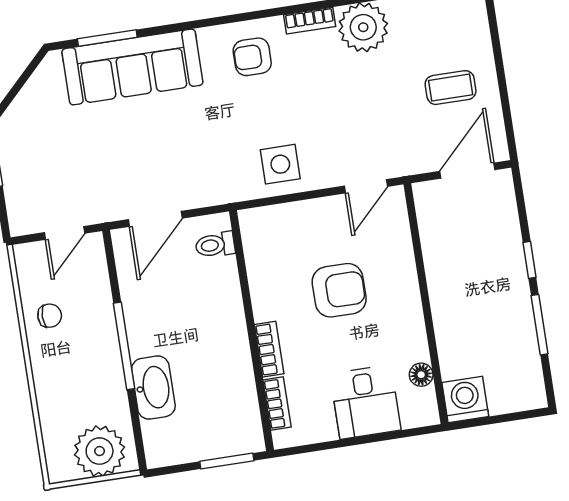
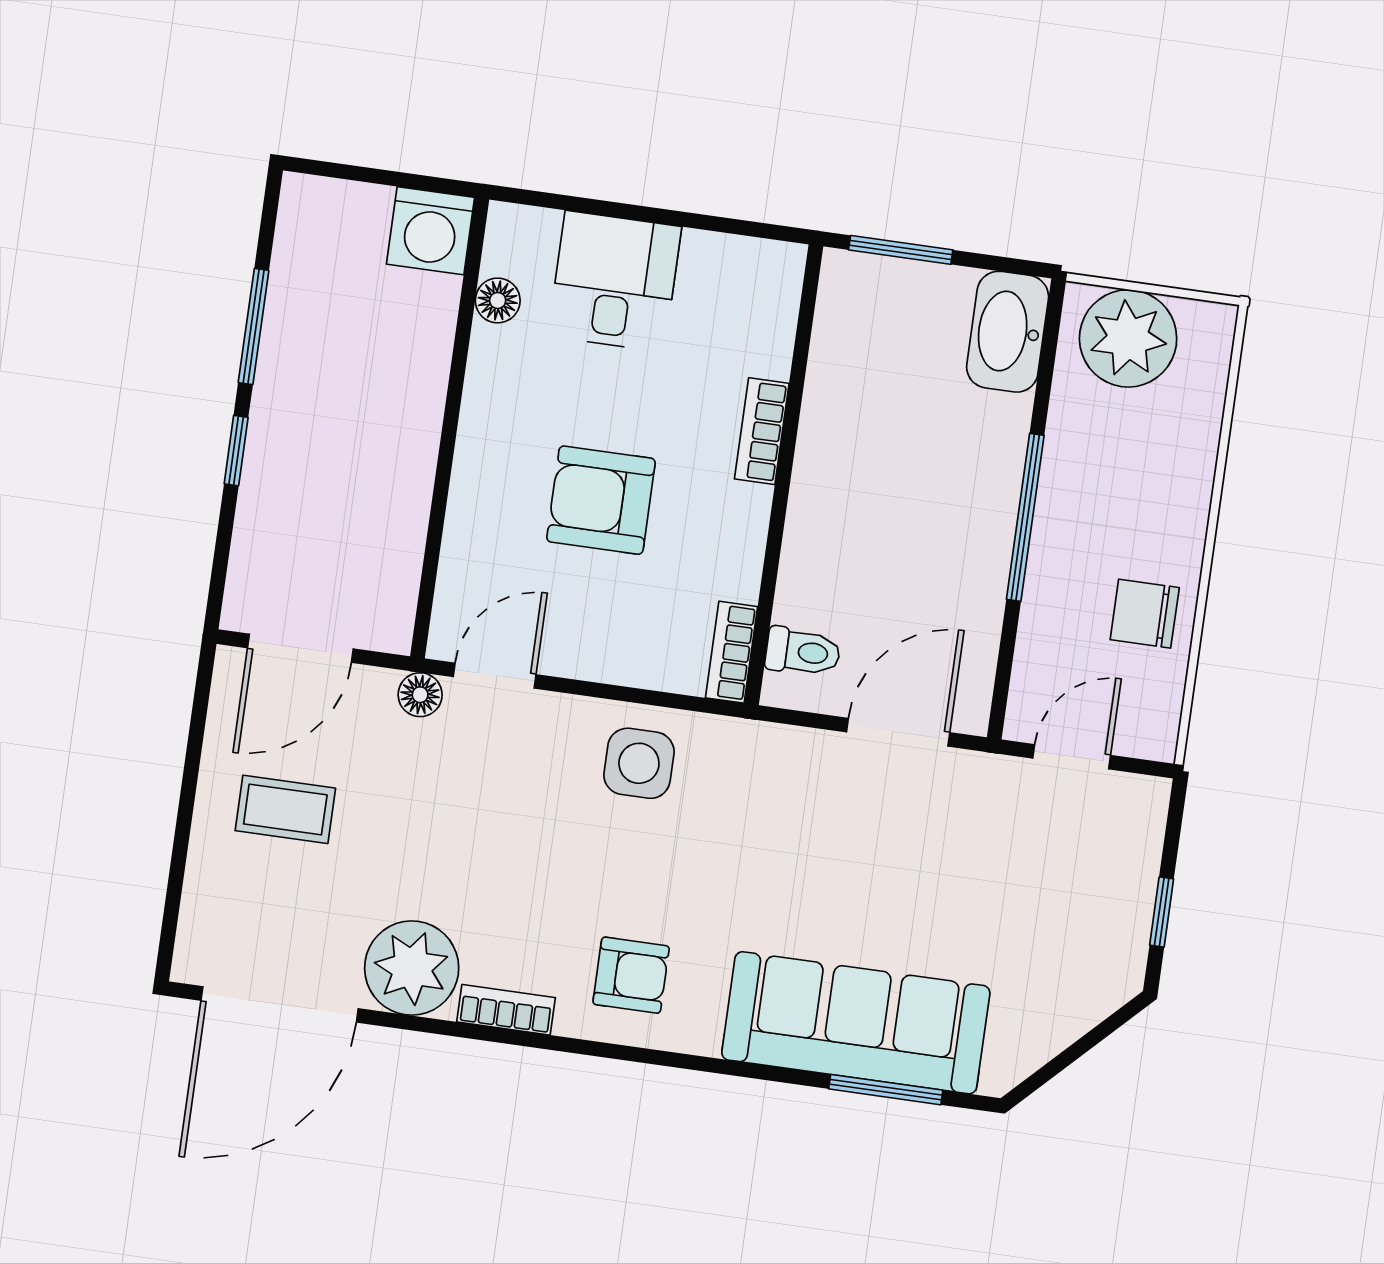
floor lamp: (400, 165) -> (420, 695), added
chair: (50, 316) -> (1145, 614), width x1.37, depth x1.37
washbasin: (153, 388) -> (1008, 332), moved
bookcase: (277, 403) -> (732, 652), moved

